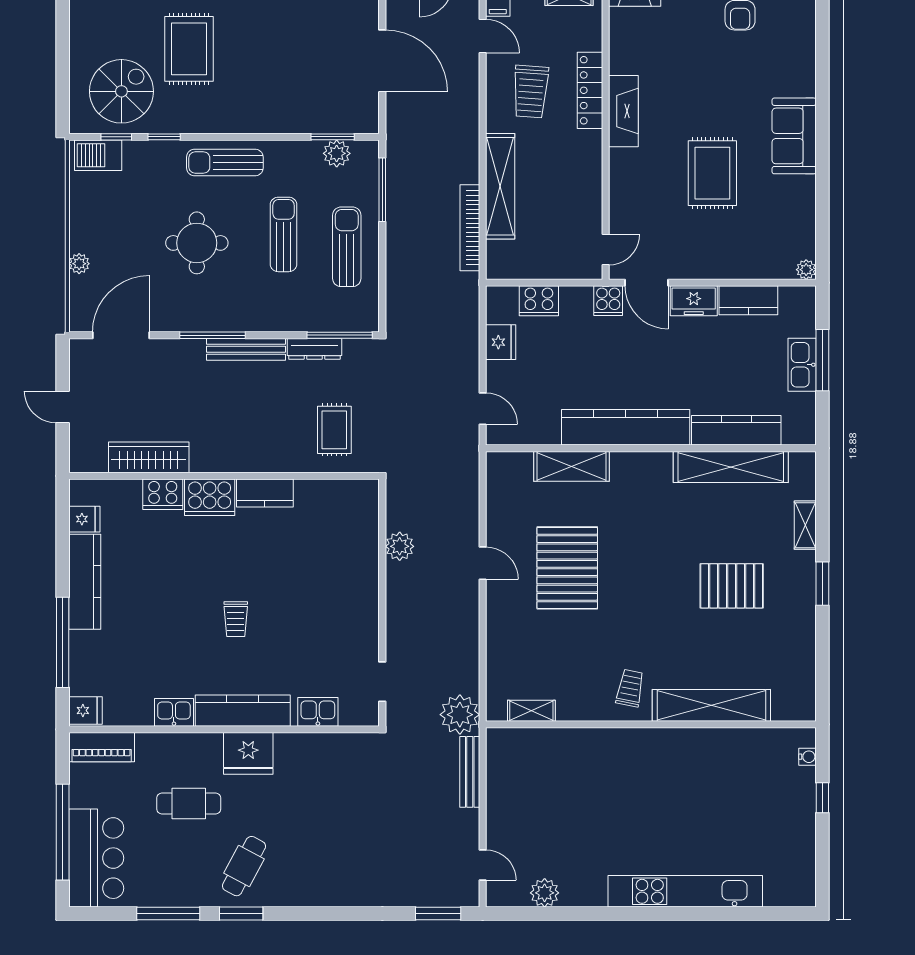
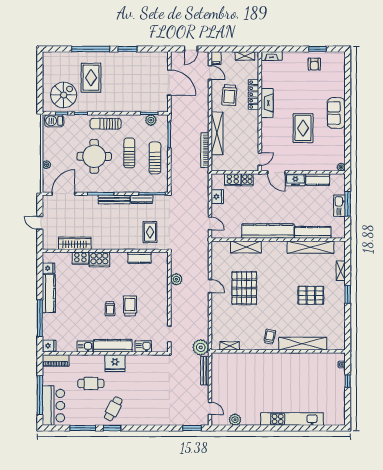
round table: (197, 243) -> (94, 156), width x1.36, depth x1.36
cooker: (608, 301) -> (247, 180), moved
kitchen counter: (265, 493) -> (139, 258), moved
trolley: (285, 612) -> (130, 306), added

